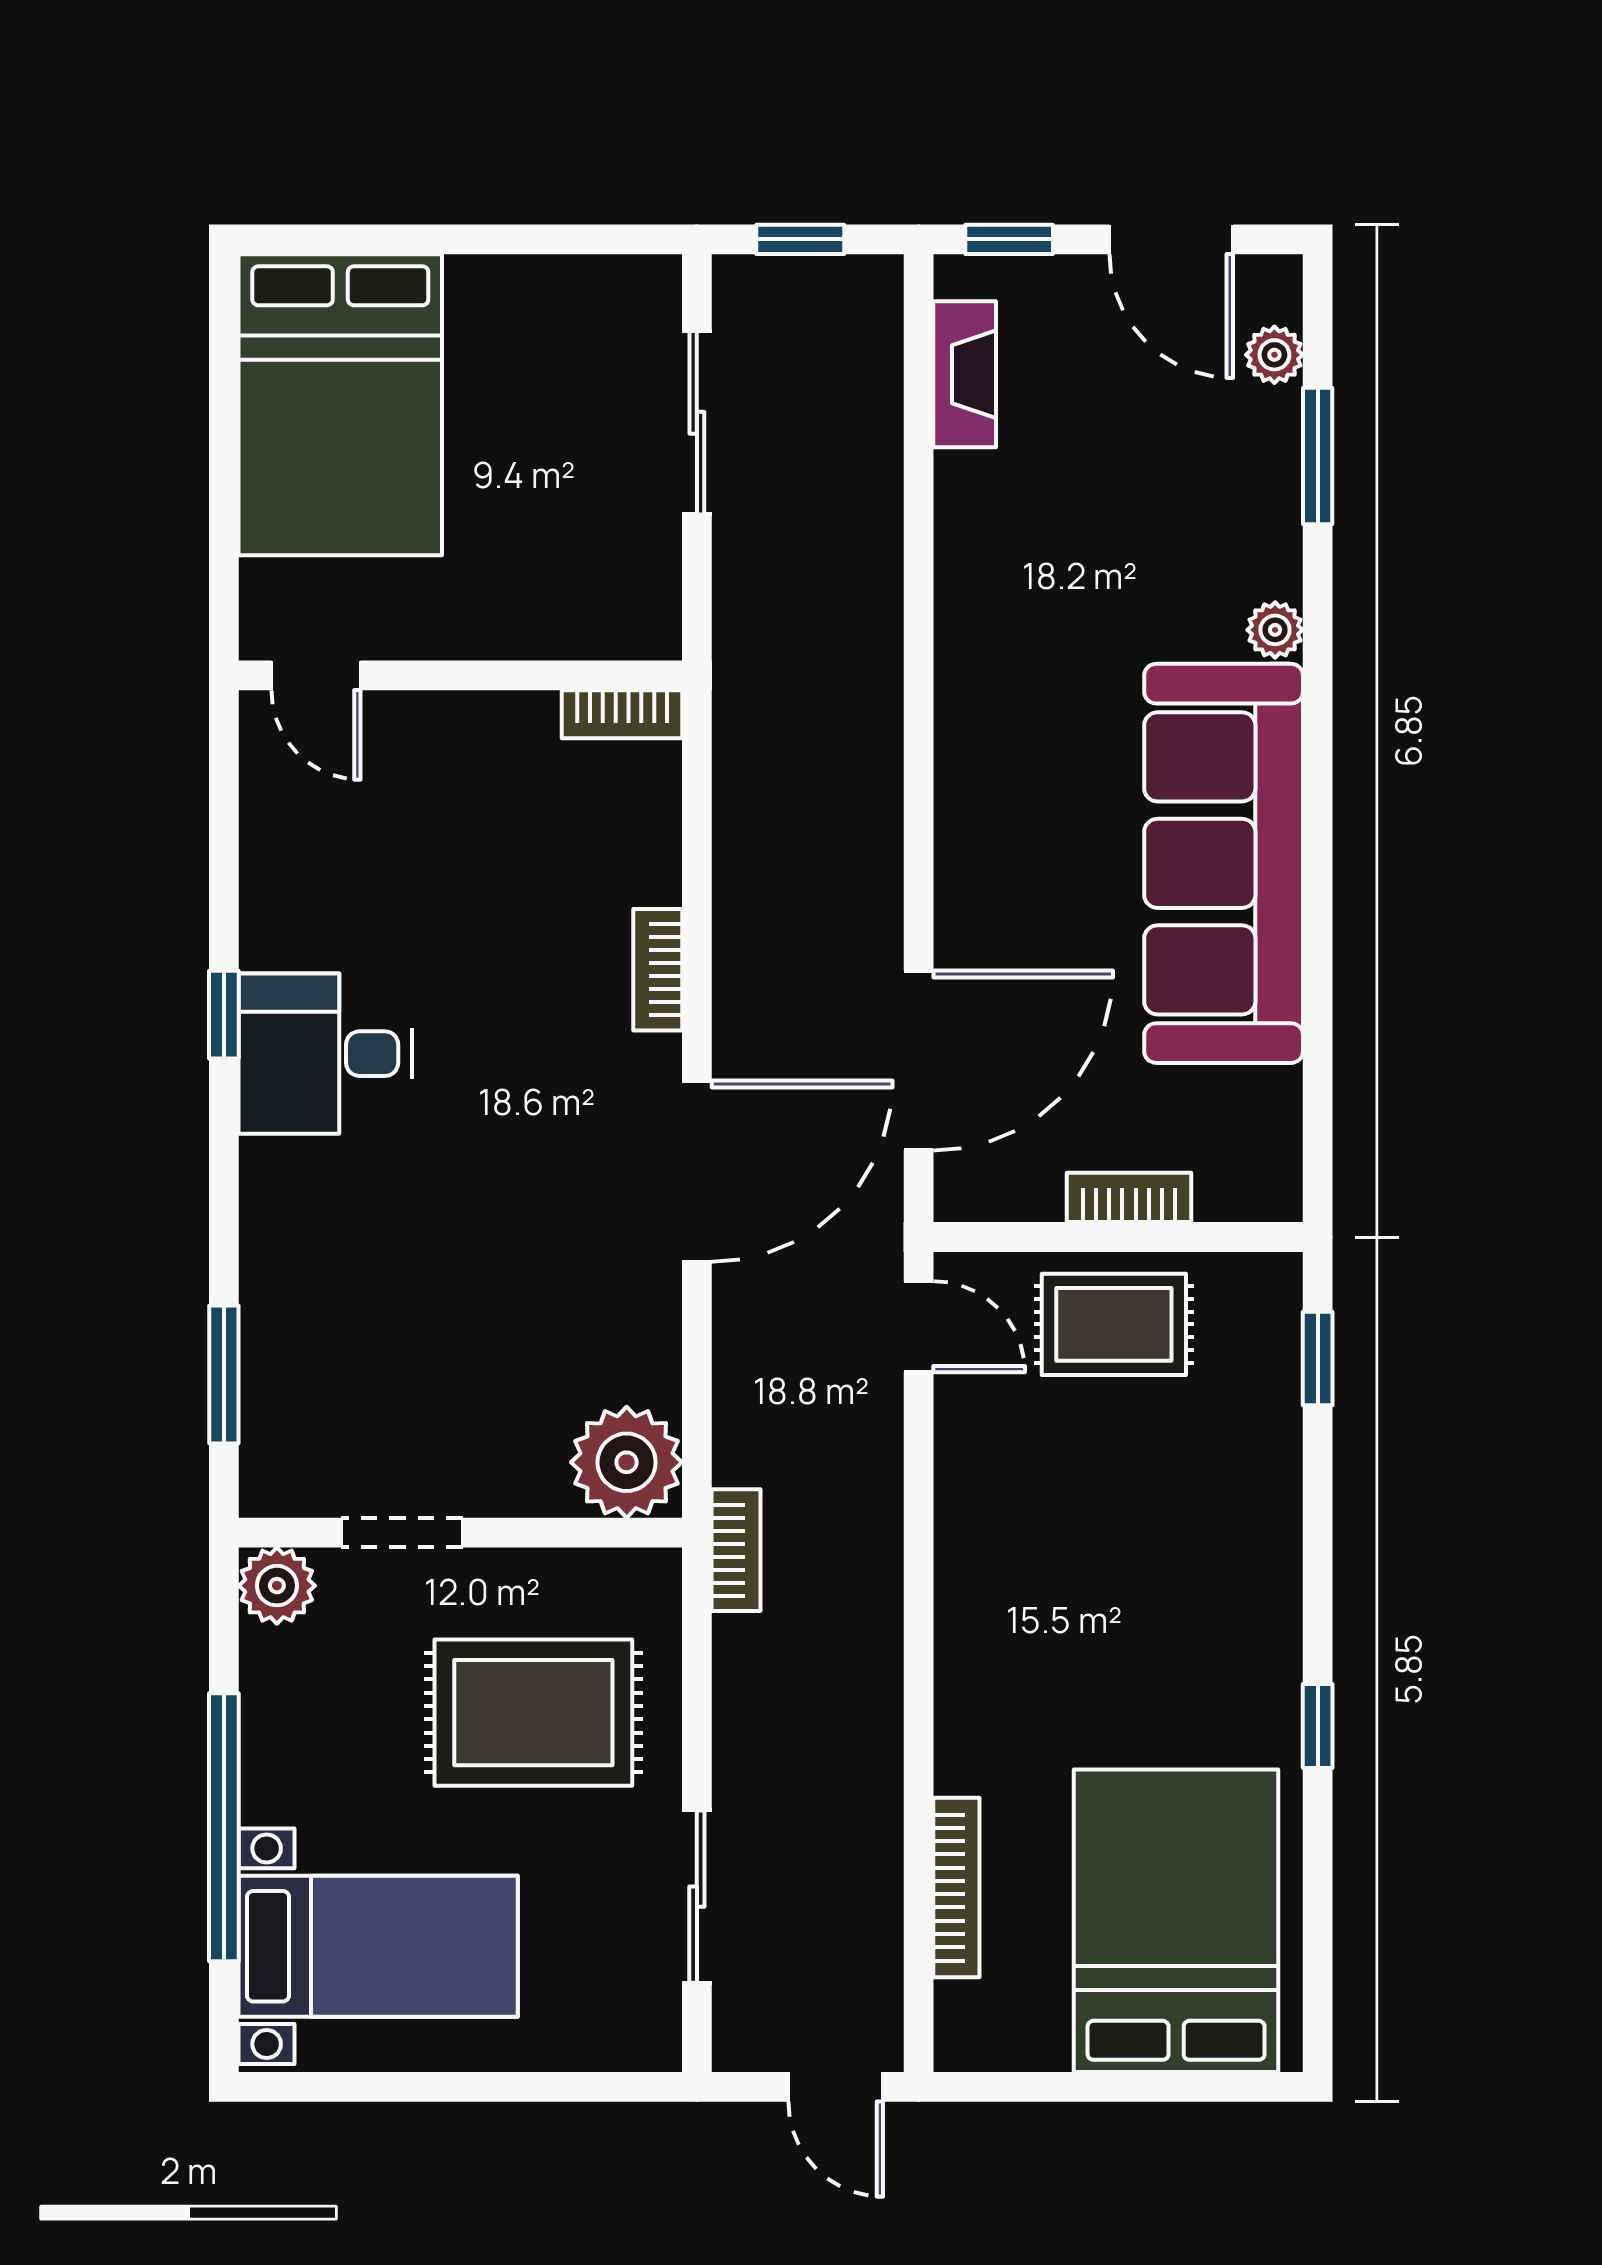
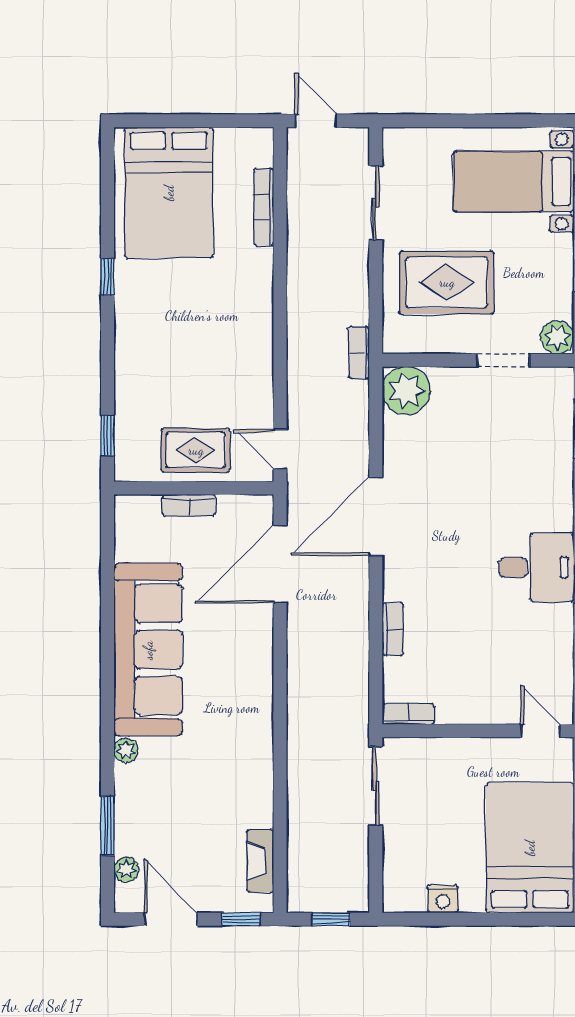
nightstand: (542, 286) -> (443, 899), added
sliding door: (697, 423) -> (376, 786), moved
bookcase: (658, 970) -> (393, 629), moved

